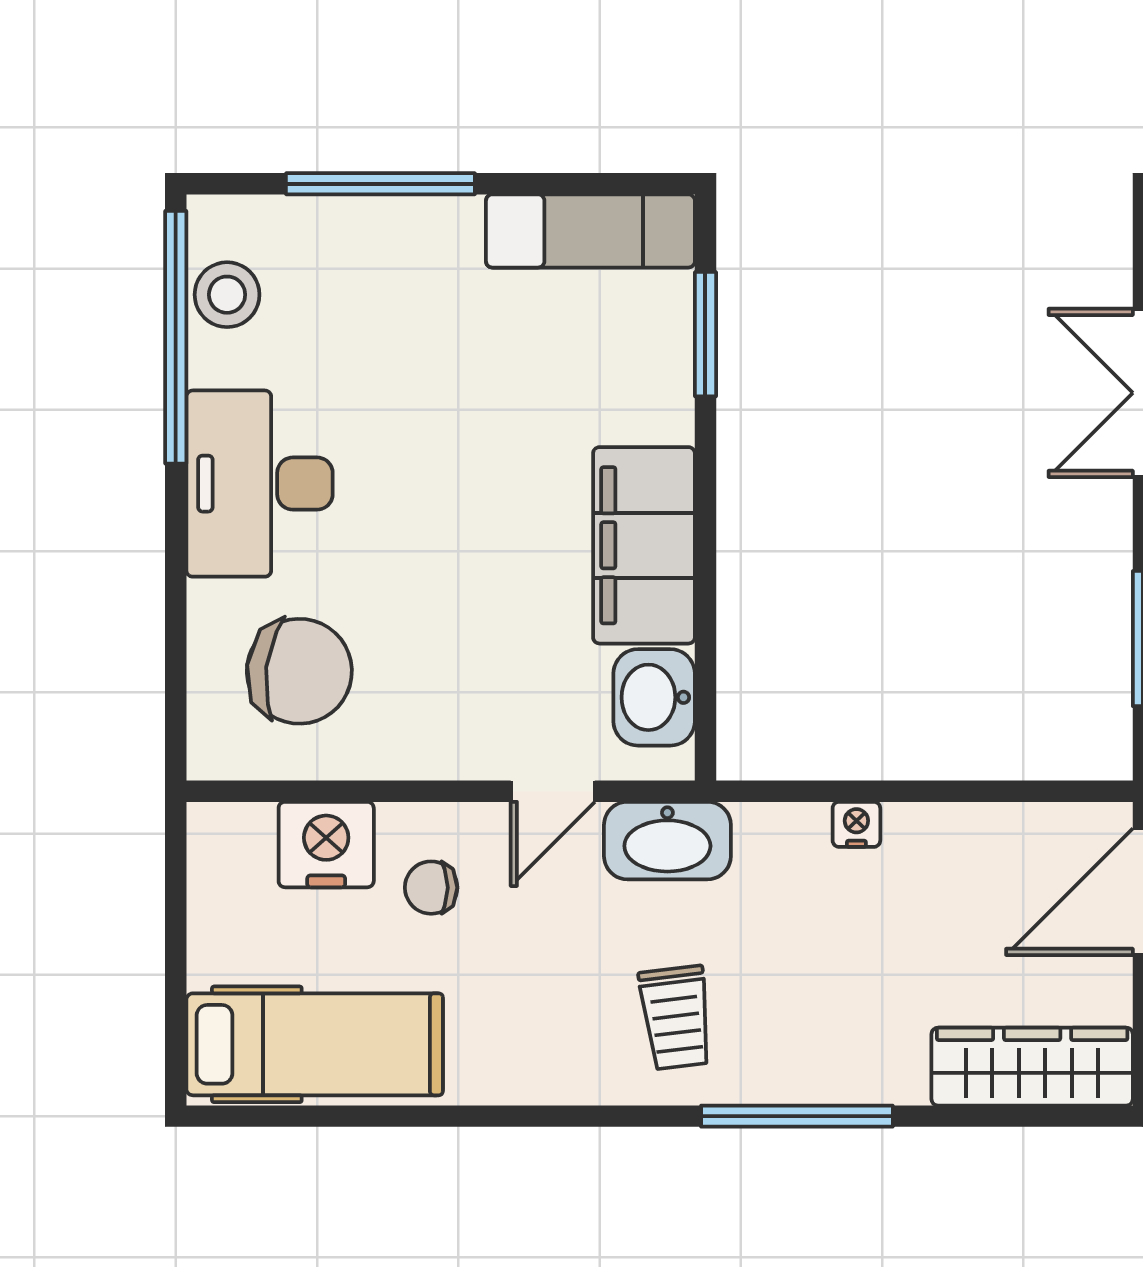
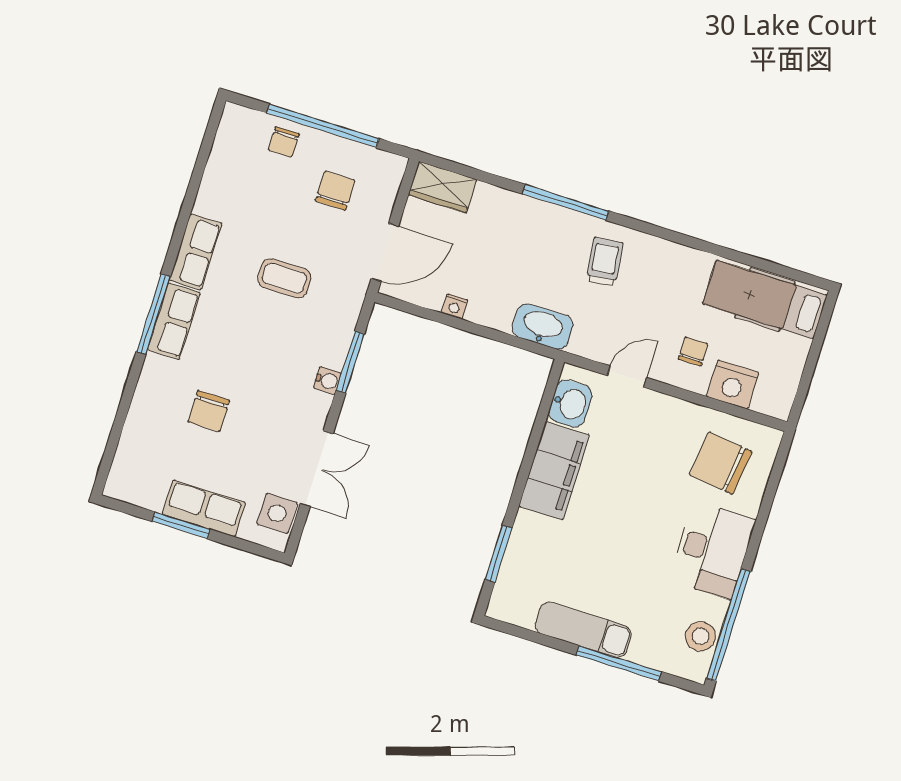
exam couch: (590, 231) -> (583, 630), moved
nightstand: (856, 824) -> (454, 306), moved
washbasin: (667, 841) -> (543, 326), moved
chair: (431, 888) -> (693, 351), turned -90
wardrobe: (1032, 1067) -> (442, 187), width x0.67

